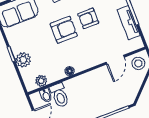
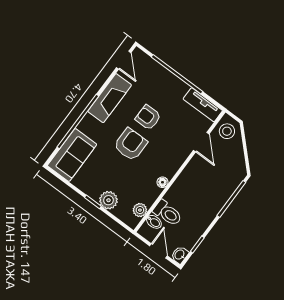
armchair: (88, 18) -> (148, 117), turned 90
tv unit: (129, 23) -> (203, 105), moved

